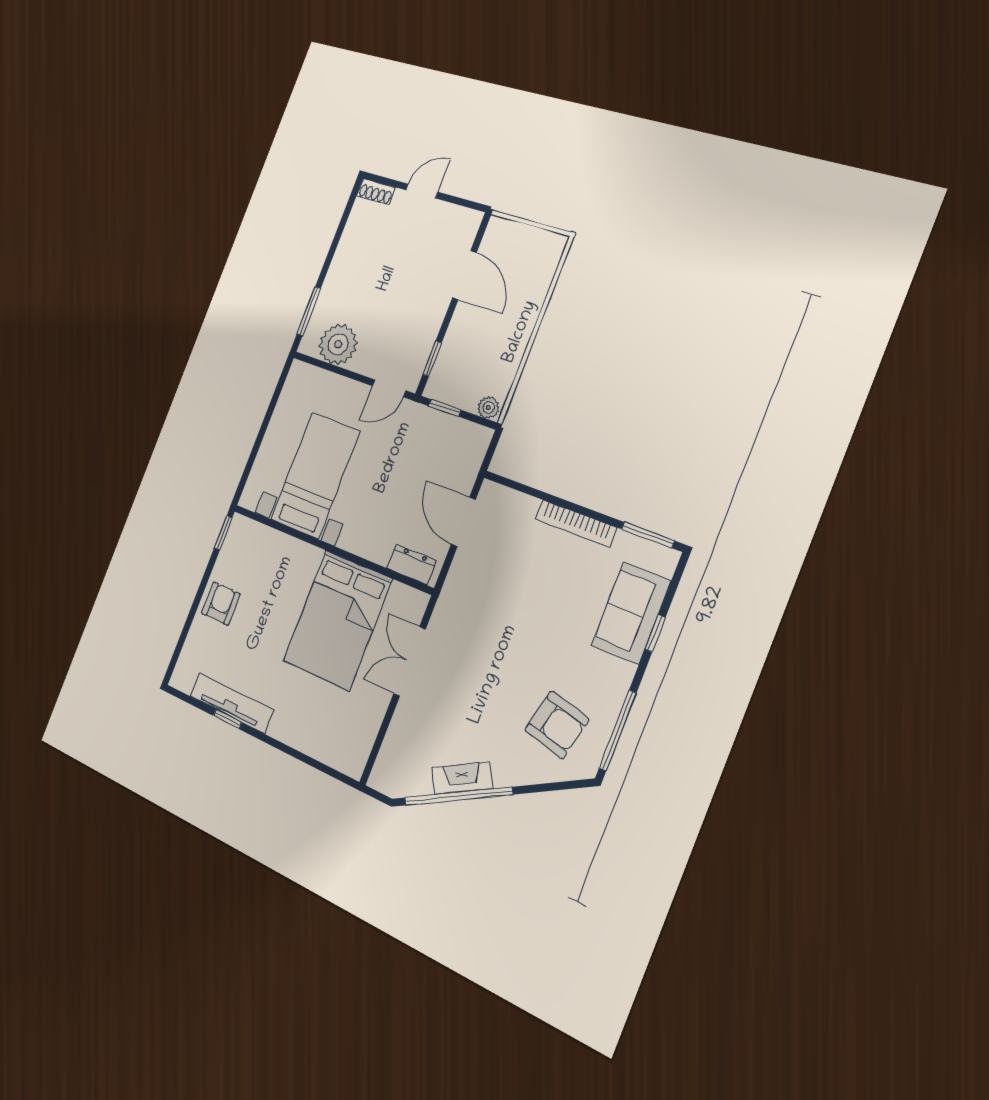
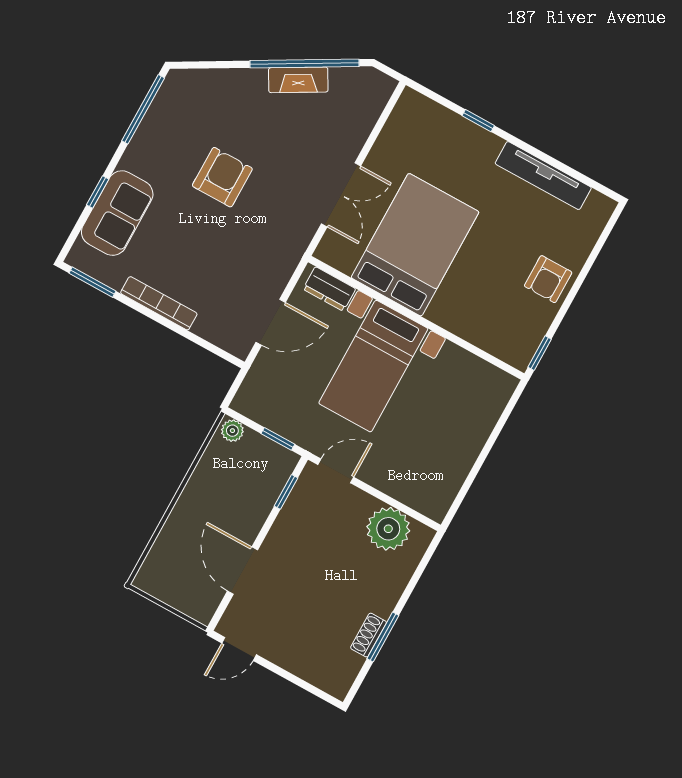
door: (422, 191) -> (239, 649), moved
shoe rack: (376, 192) -> (369, 635), moved, turned -90
window: (309, 311) -> (383, 637), moved
bed with nightstands: (315, 475) -> (373, 366), moved
door: (463, 522) -> (271, 322), hinge flipped
window: (228, 719) -> (478, 121), moved
armchair: (557, 725) -> (222, 177), moved, turned 77

